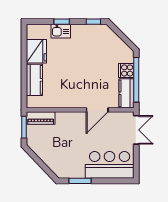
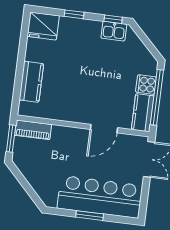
kitchen sink: (61, 31) -> (114, 31), moved
fridge: (36, 51) -> (43, 26), moved, turned 90
bar counter: (110, 165) -> (100, 197), width x1.36
window: (80, 181) -> (90, 216), moved

